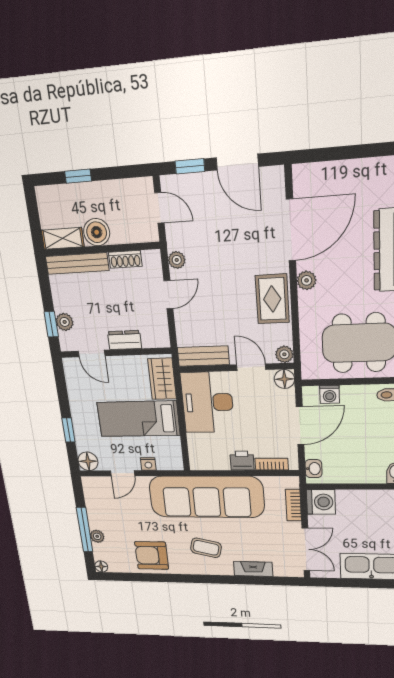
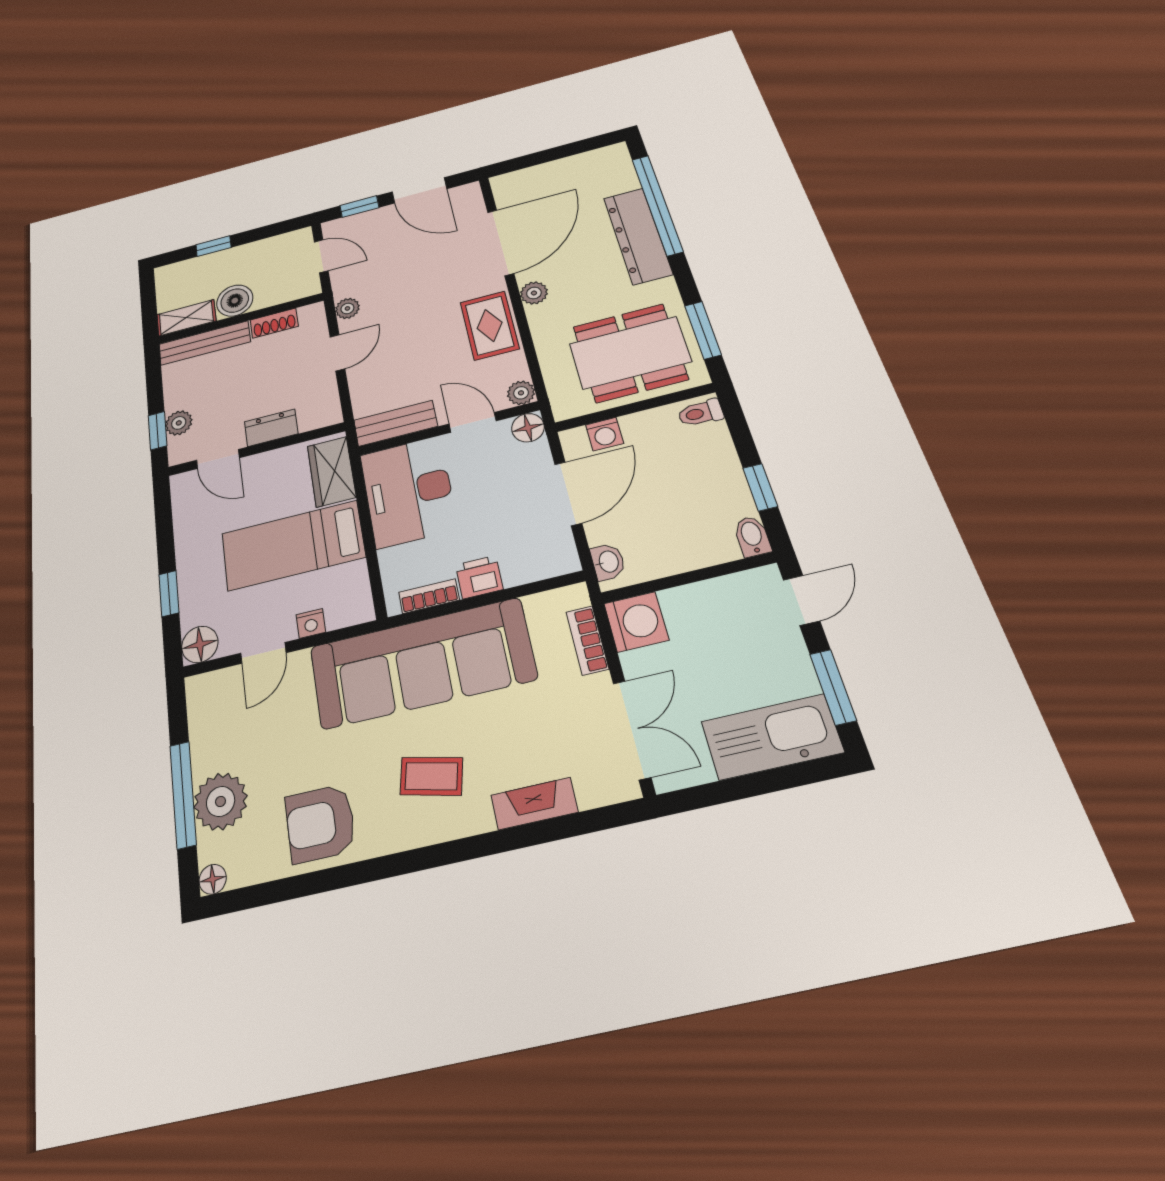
bookcase: (272, 464) -> (429, 596), moved
plant: (97, 536) -> (220, 801), width x1.88, depth x1.88

